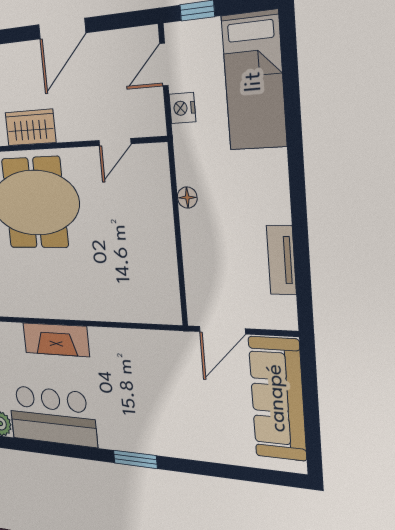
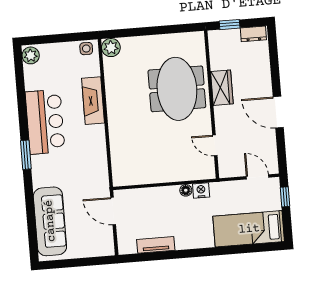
nightstand: (182, 108) -> (201, 190), moved
sofa: (277, 398) -> (50, 221), moved, turned 90
bar counter: (52, 416) -> (45, 122), moved

